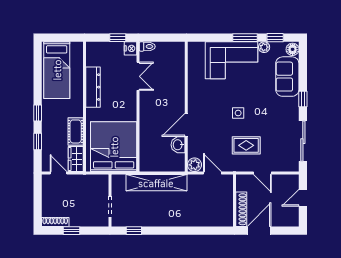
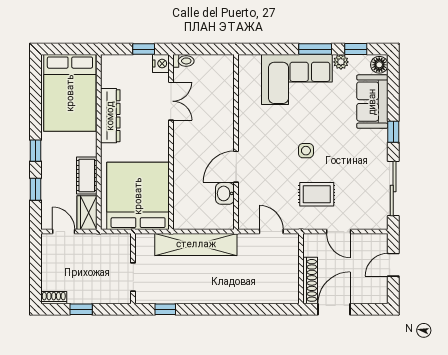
bed: (57, 70) -> (70, 93), width x1.50
plant: (194, 165) -> (247, 220), removed
shoe rack: (55, 222) -> (54, 298), width x0.70

